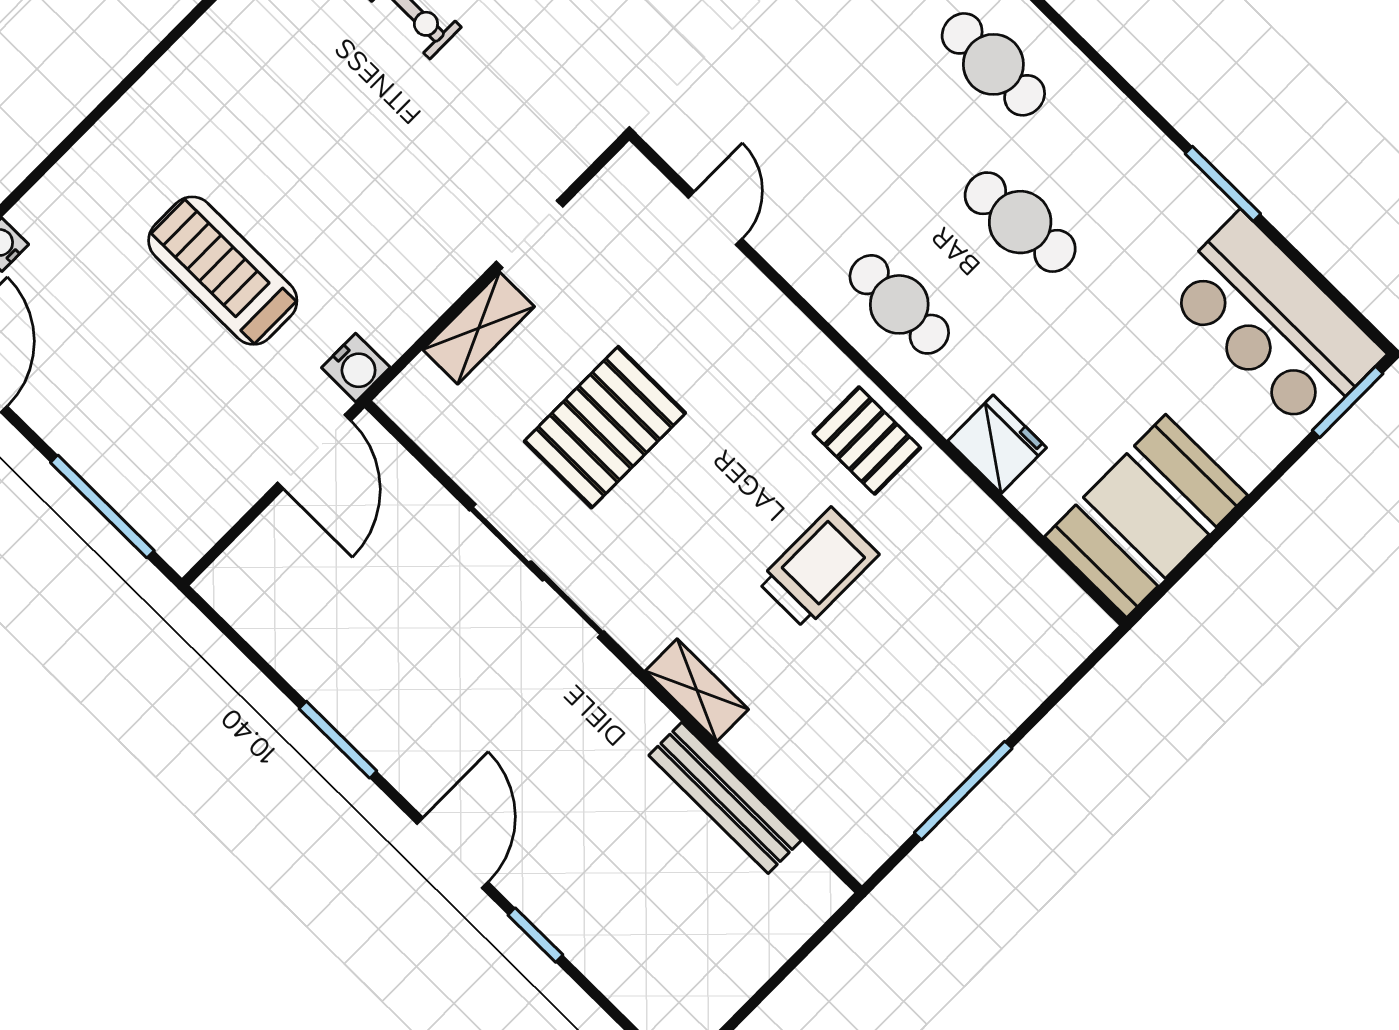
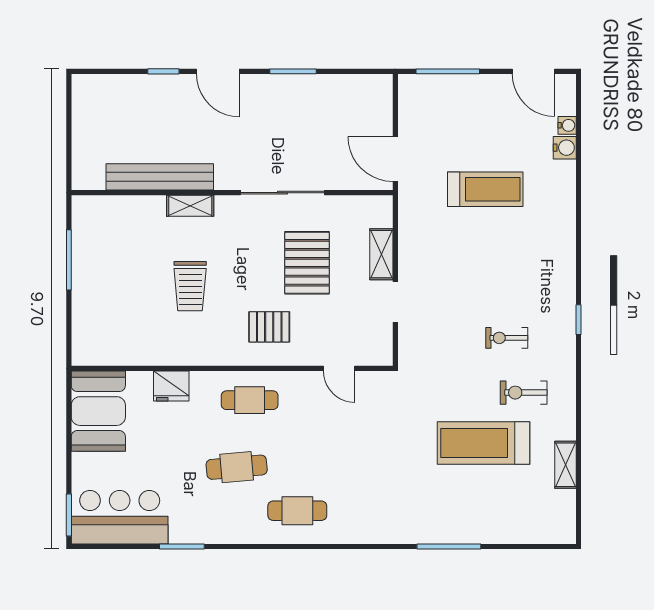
water cooler: (356, 368) -> (565, 148), moved, turned 180
pallet: (867, 441) -> (269, 327), moved
bench: (725, 798) -> (160, 177), width x1.37, depth x1.21

